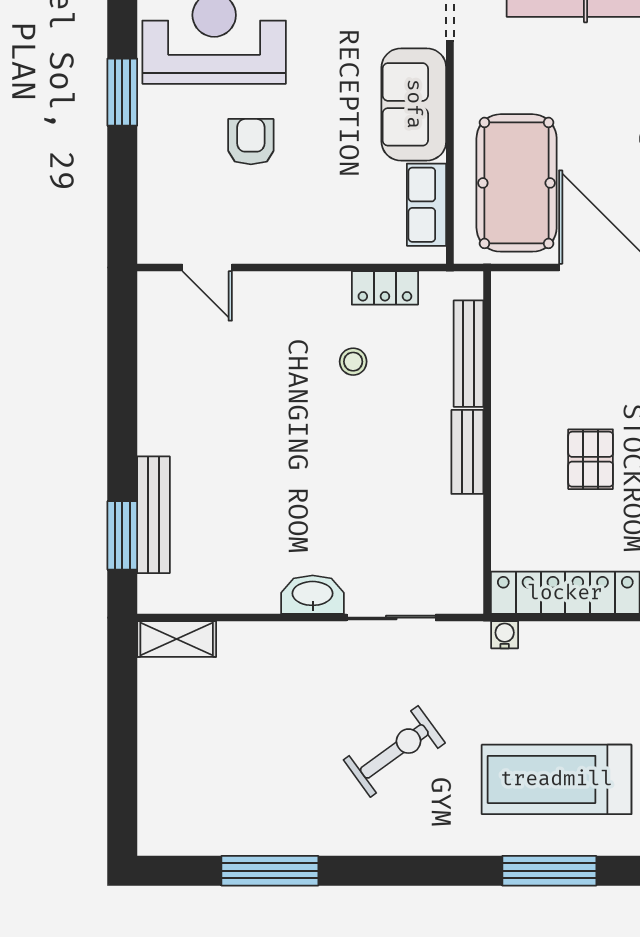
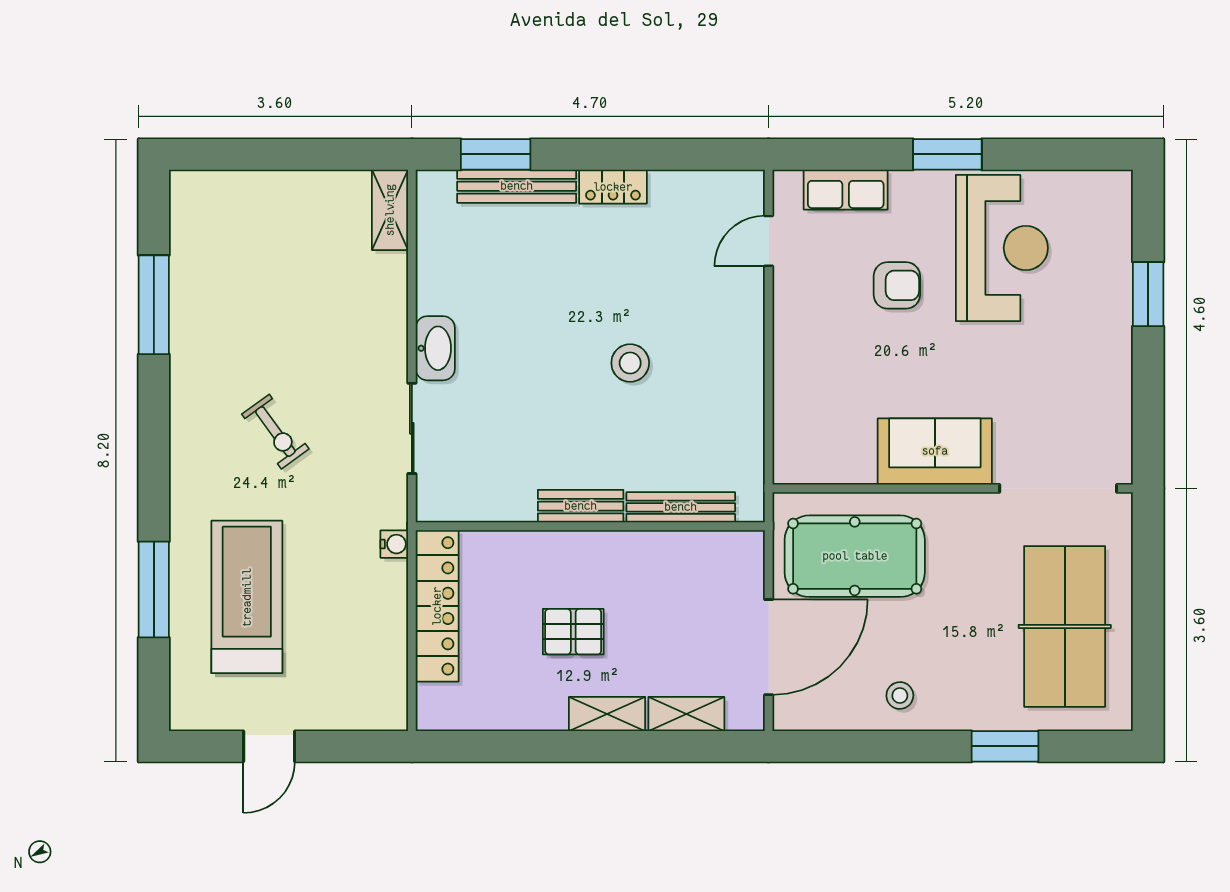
row of seats: (427, 205) -> (846, 190), moved, turned 180
locker: (385, 288) -> (613, 187), moved, turned -90
stool: (353, 362) -> (630, 363), moved, width x1.37, depth x1.37
exercise bike: (394, 751) -> (275, 432), width x0.73, depth x0.72

